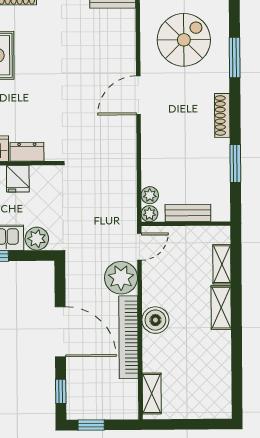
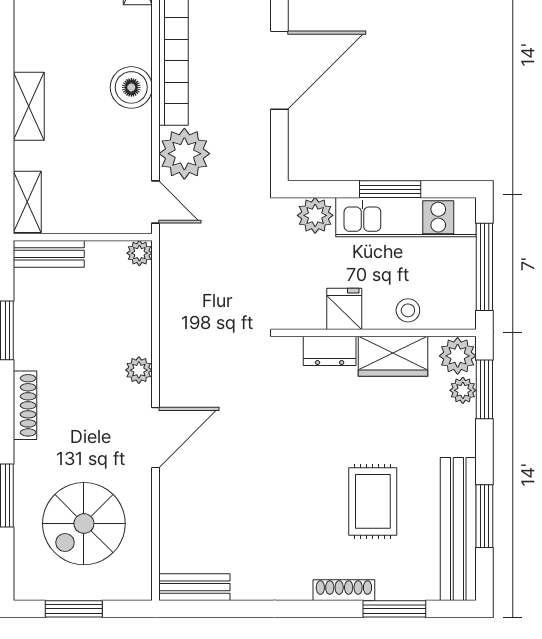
plant: (150, 195) -> (139, 370), moved
bench: (188, 213) -> (49, 254), moved
door: (139, 247) -> (156, 202), swing flipped
shelving: (222, 264) -> (27, 202), moved
door: (60, 332) -> (279, 70), swing flipped

